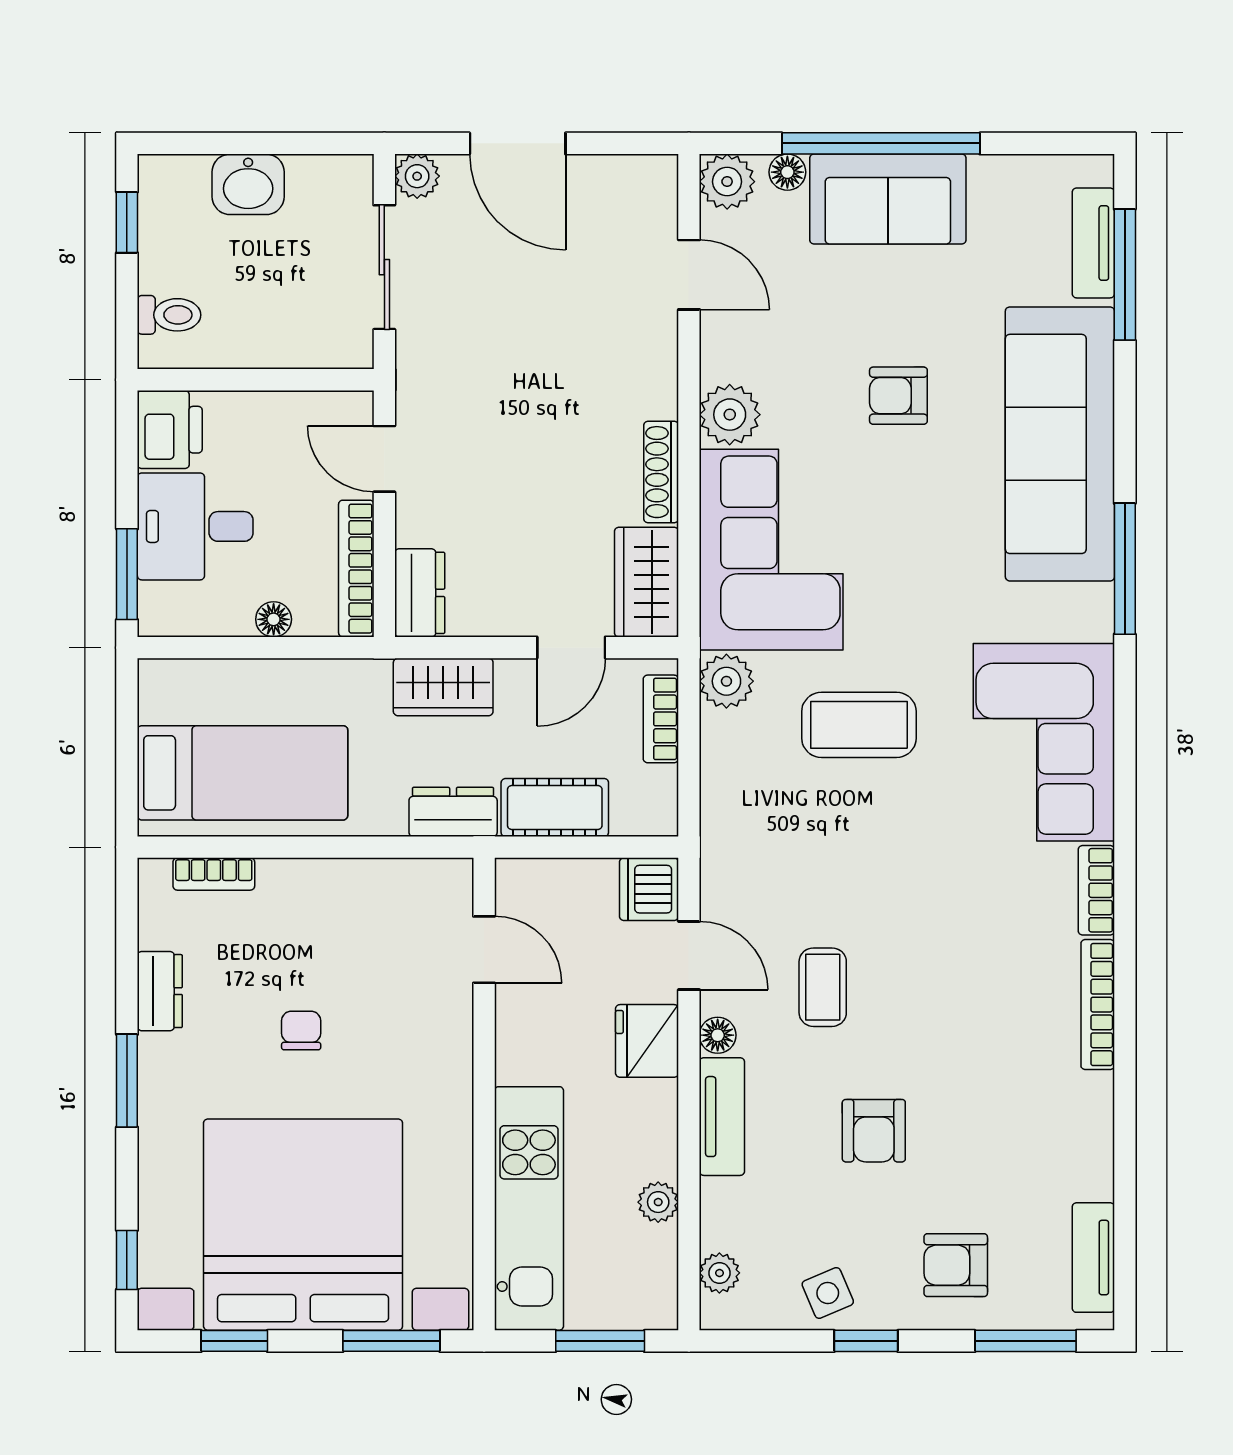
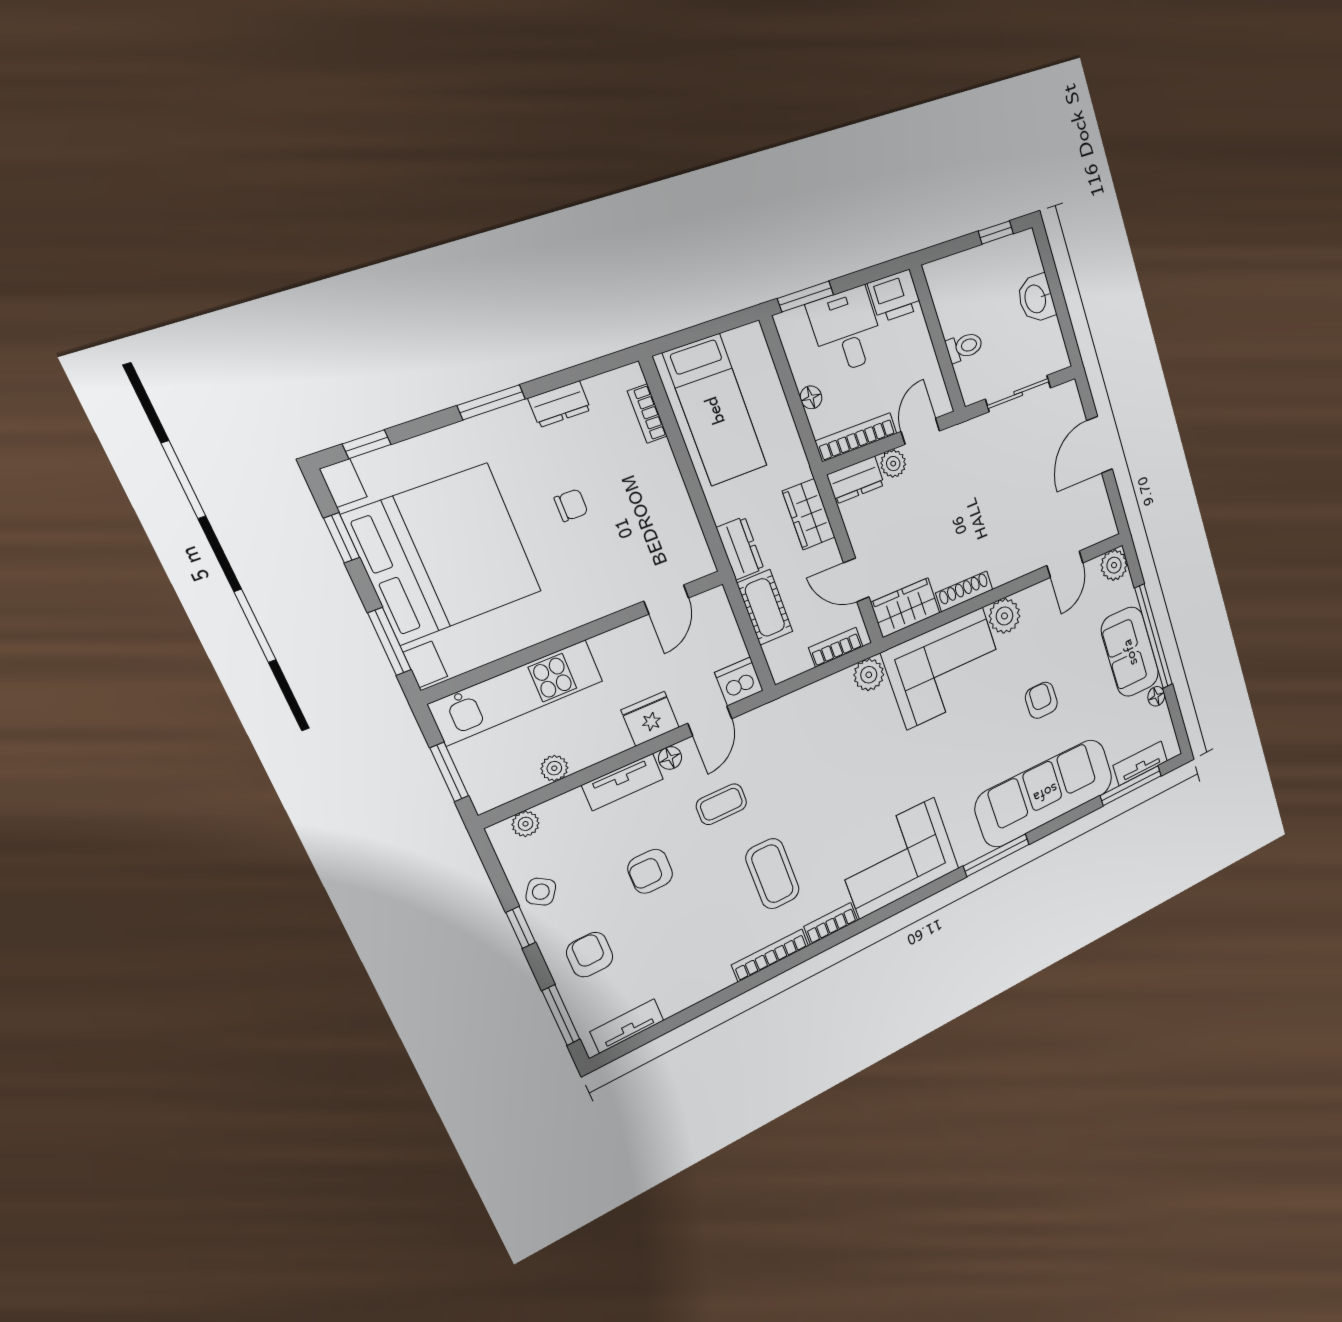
floor lamp: (787, 172) -> (1156, 696), moved
plant: (417, 176) -> (893, 464), moved
toilet: (169, 315) -> (964, 347), moved, turned -90
coffee table: (859, 725) -> (772, 874), moved
side table: (828, 1293) -> (541, 892), turned -33

